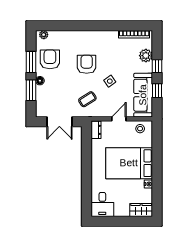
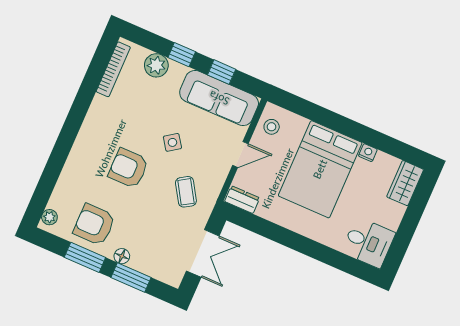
door: (119, 119) -> (240, 155), swing flipped

